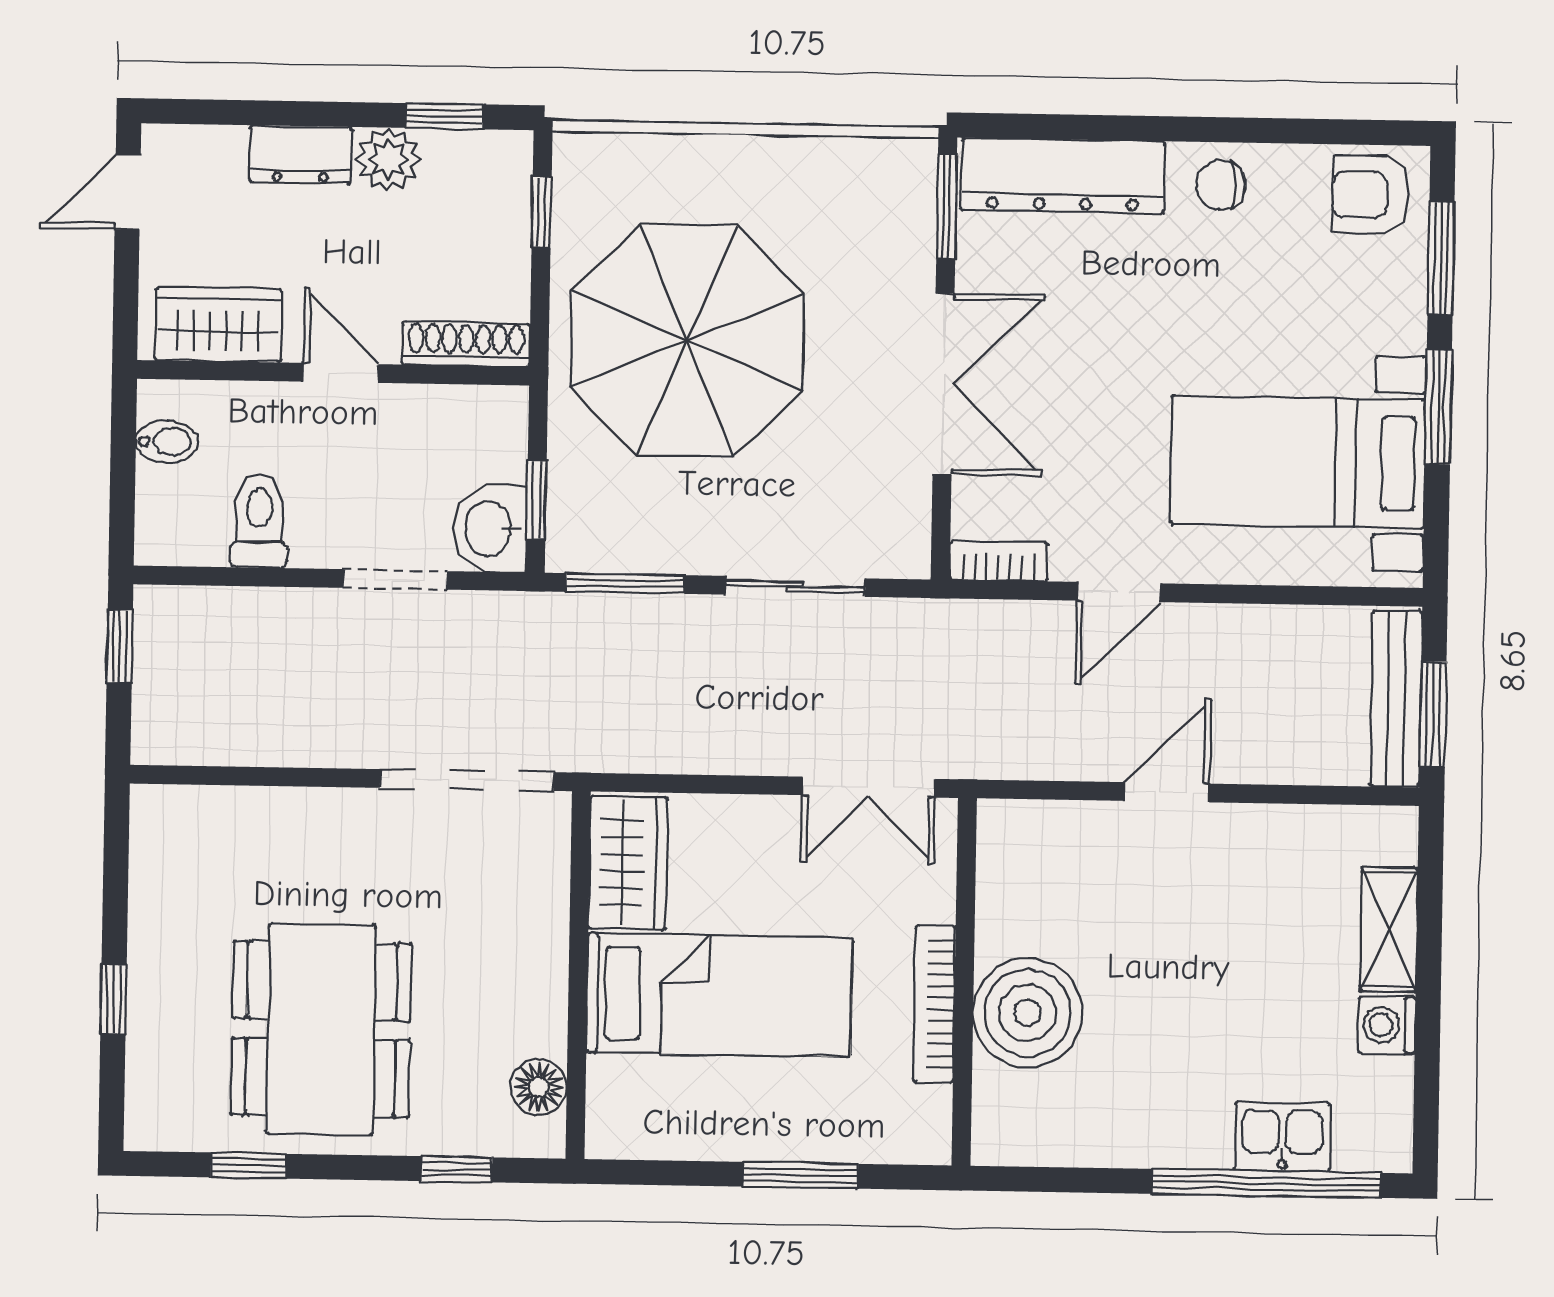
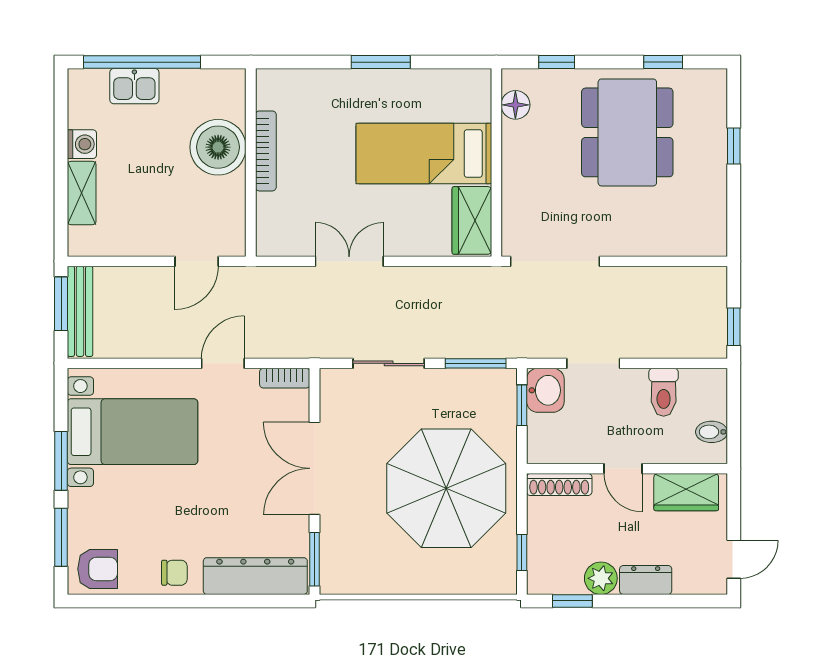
wall: (964, 982) -> (251, 162), moved
bookcase: (934, 1004) -> (266, 151), moved
boiler: (1028, 1013) -> (218, 147), moved

